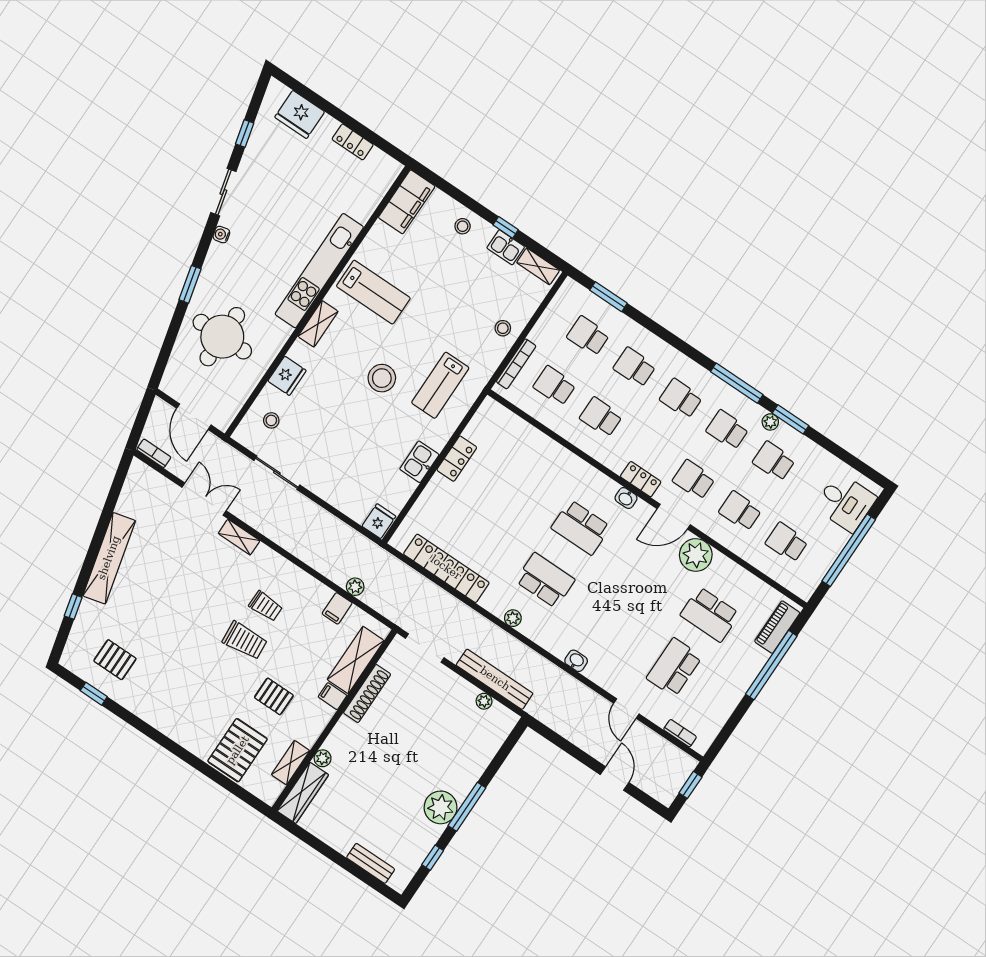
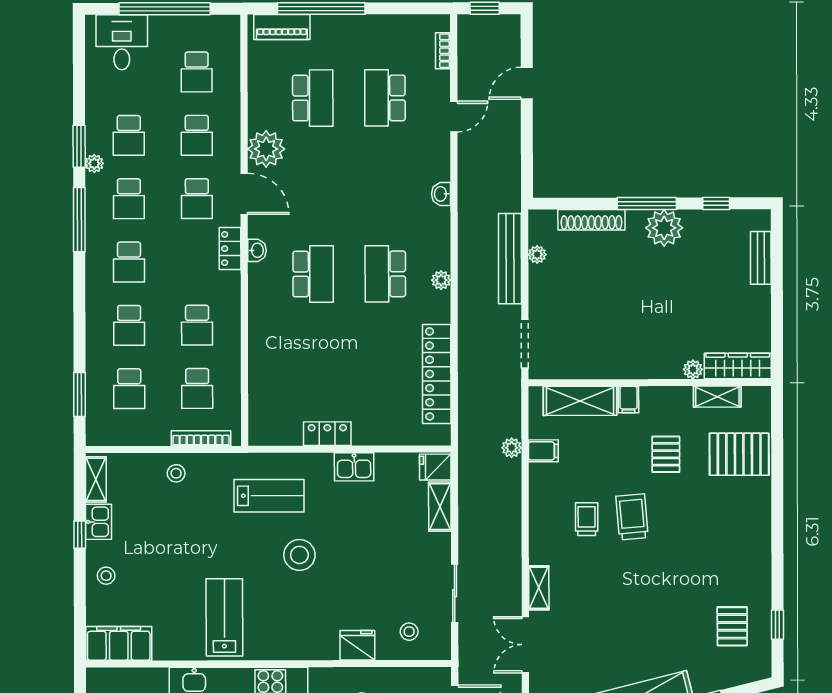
shelving: (318, 324) -> (440, 507), moved, turned 90
school desk: (674, 667) -> (385, 98), turned 90
shoe rack: (367, 694) -> (591, 220), moved, turned 180

